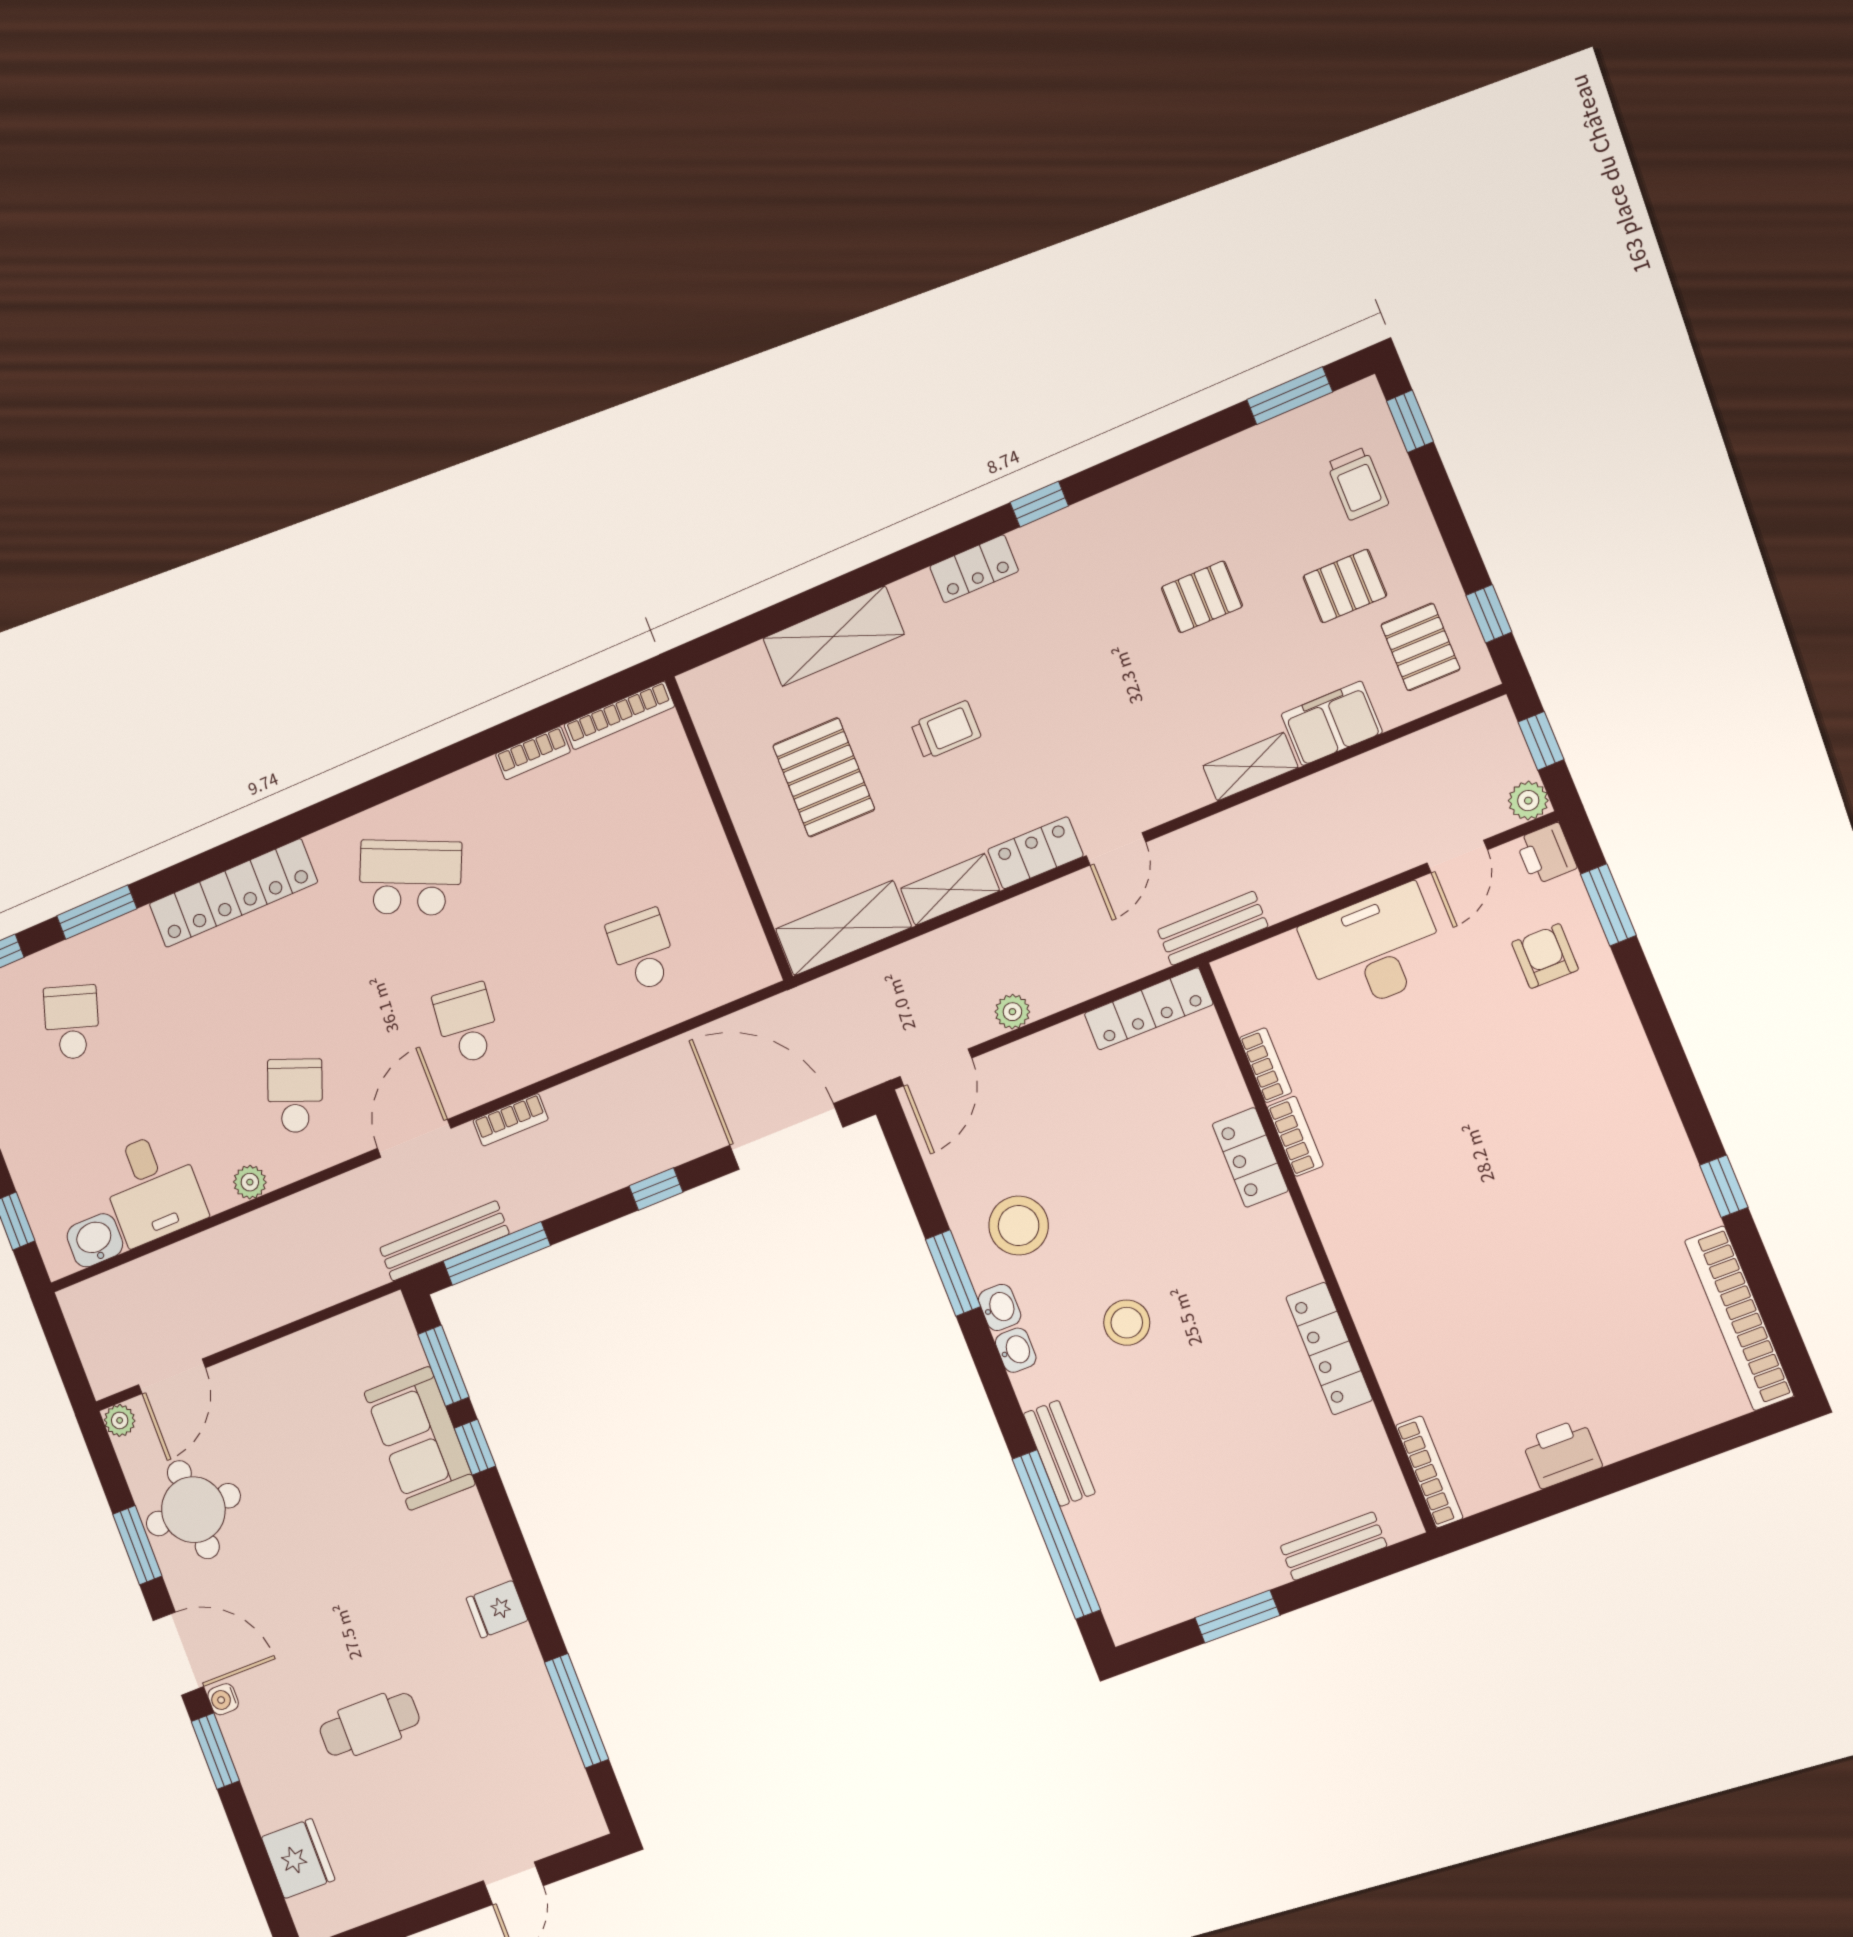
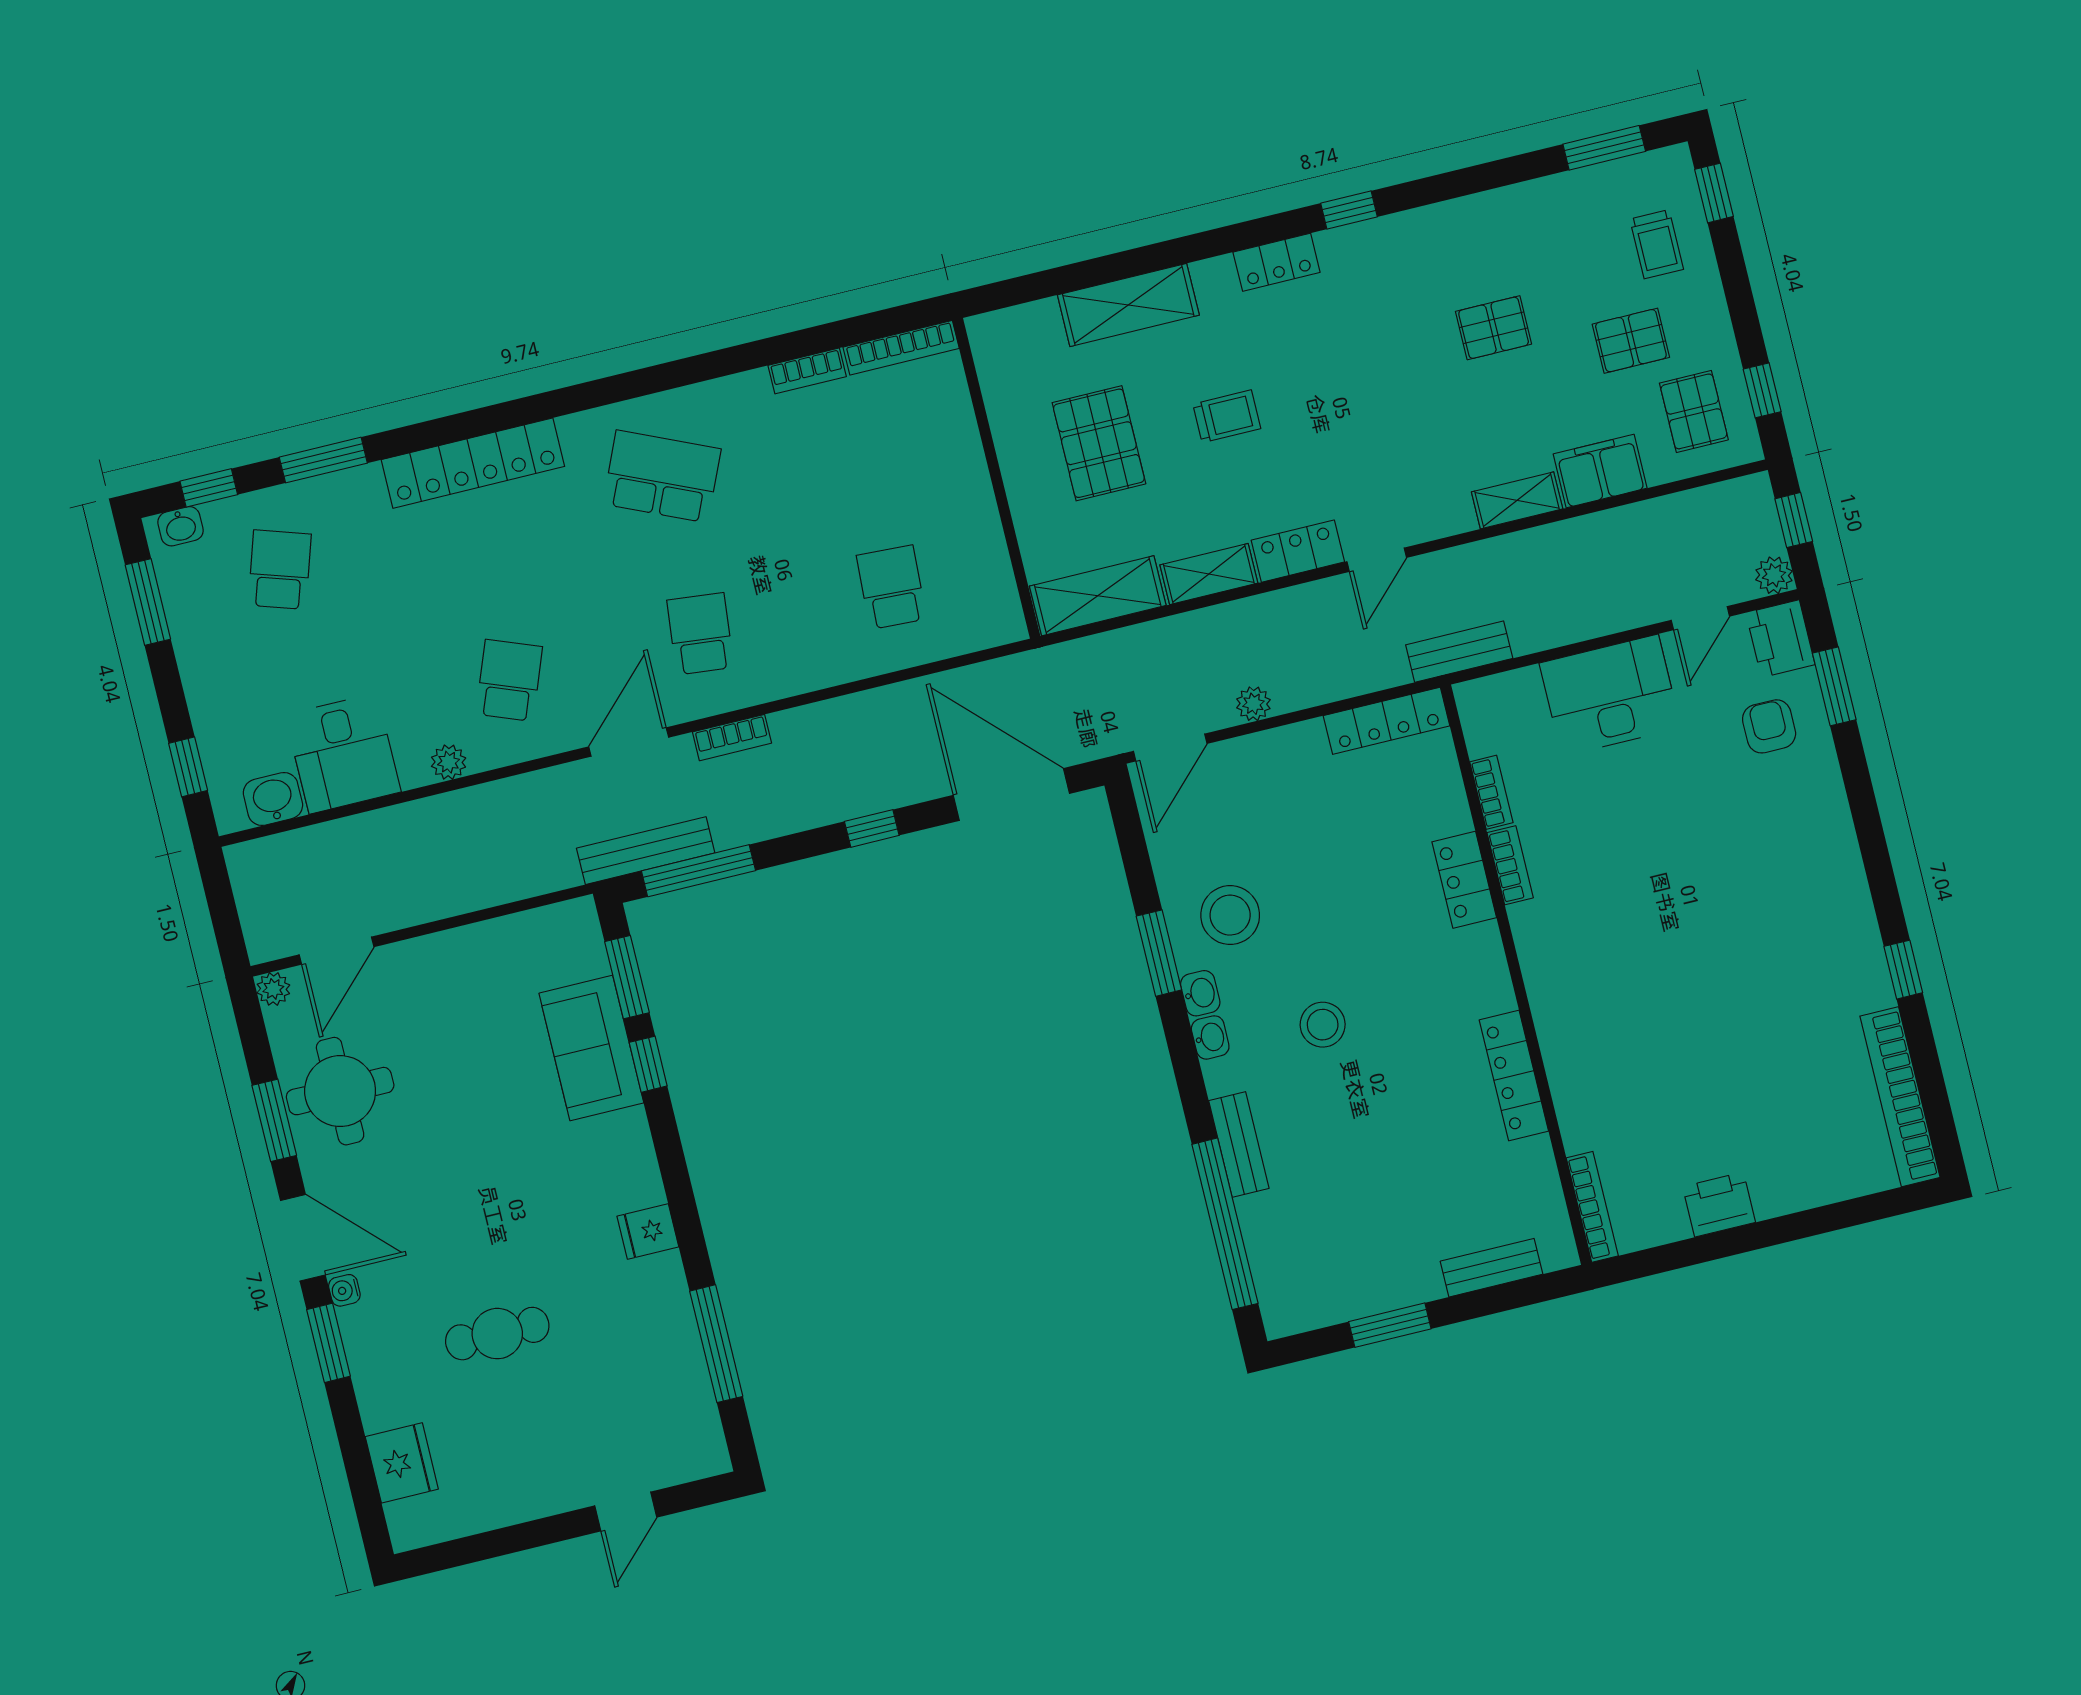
printer: (1546, 854) -> (1780, 639), width x1.36, depth x1.24

